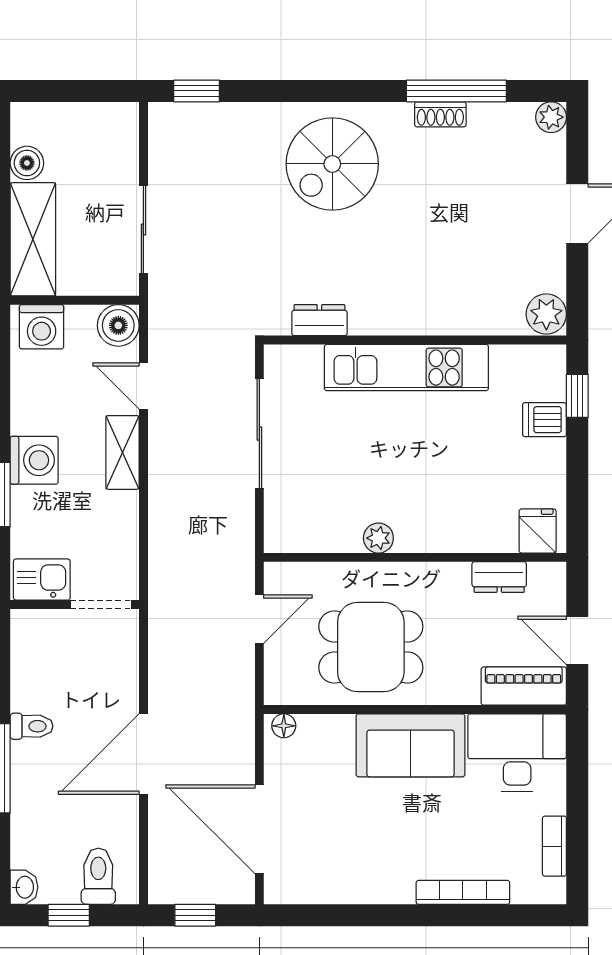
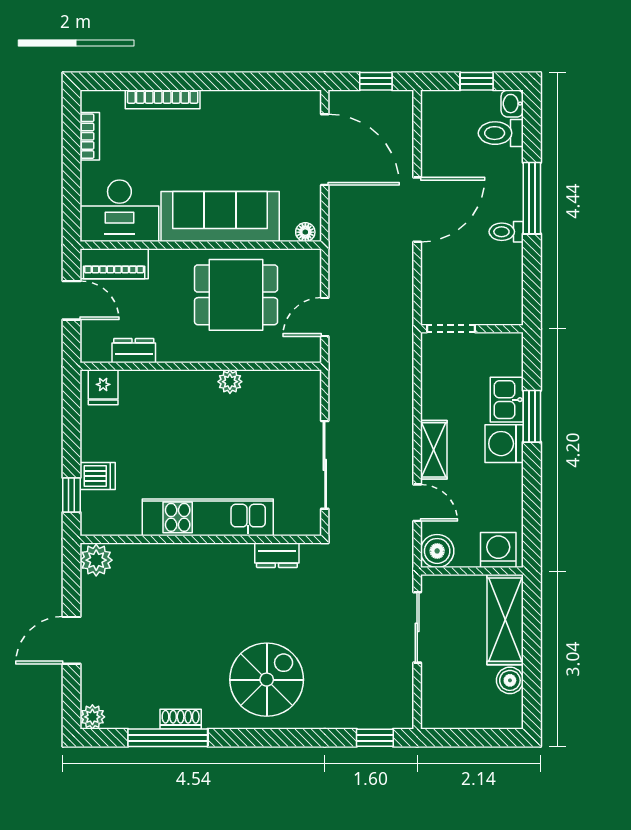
kitchen sink: (42, 580) -> (507, 400), moved, turned 90
sofa: (410, 745) -> (220, 217), width x1.36
toilet: (98, 876) -> (501, 133), moved, turned 90

